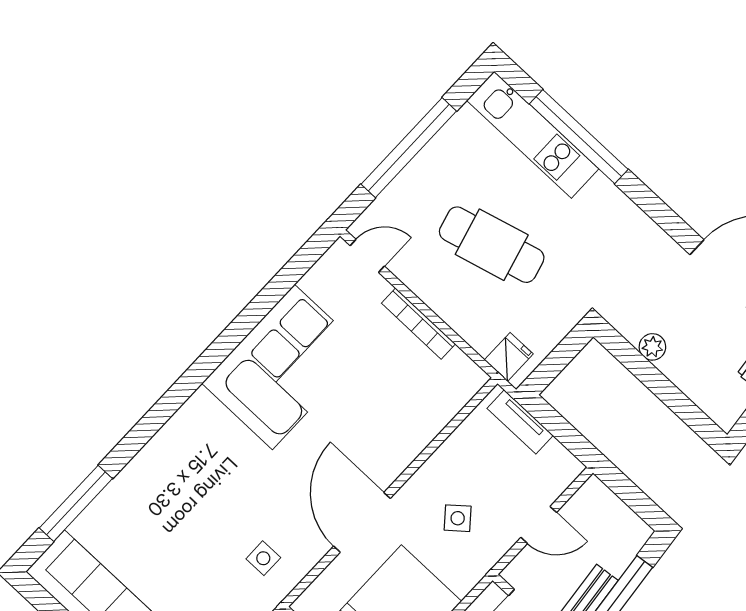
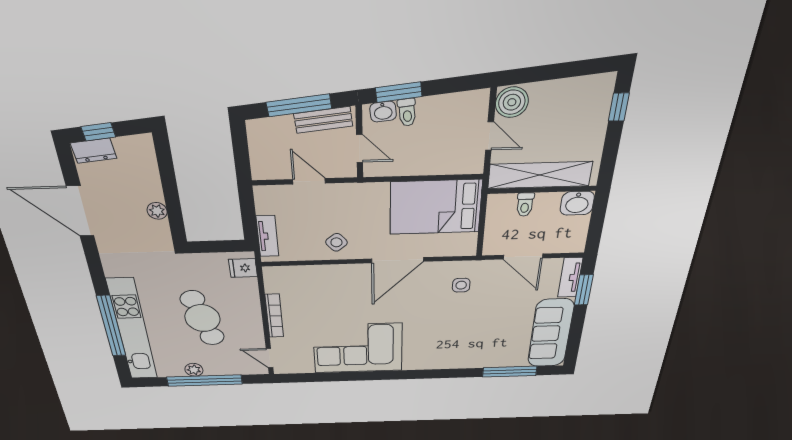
kitchen unit: (533, 135) -> (132, 330), width x1.36
plant: (435, 154) -> (194, 370), added
side table: (458, 518) -> (336, 242), moved

